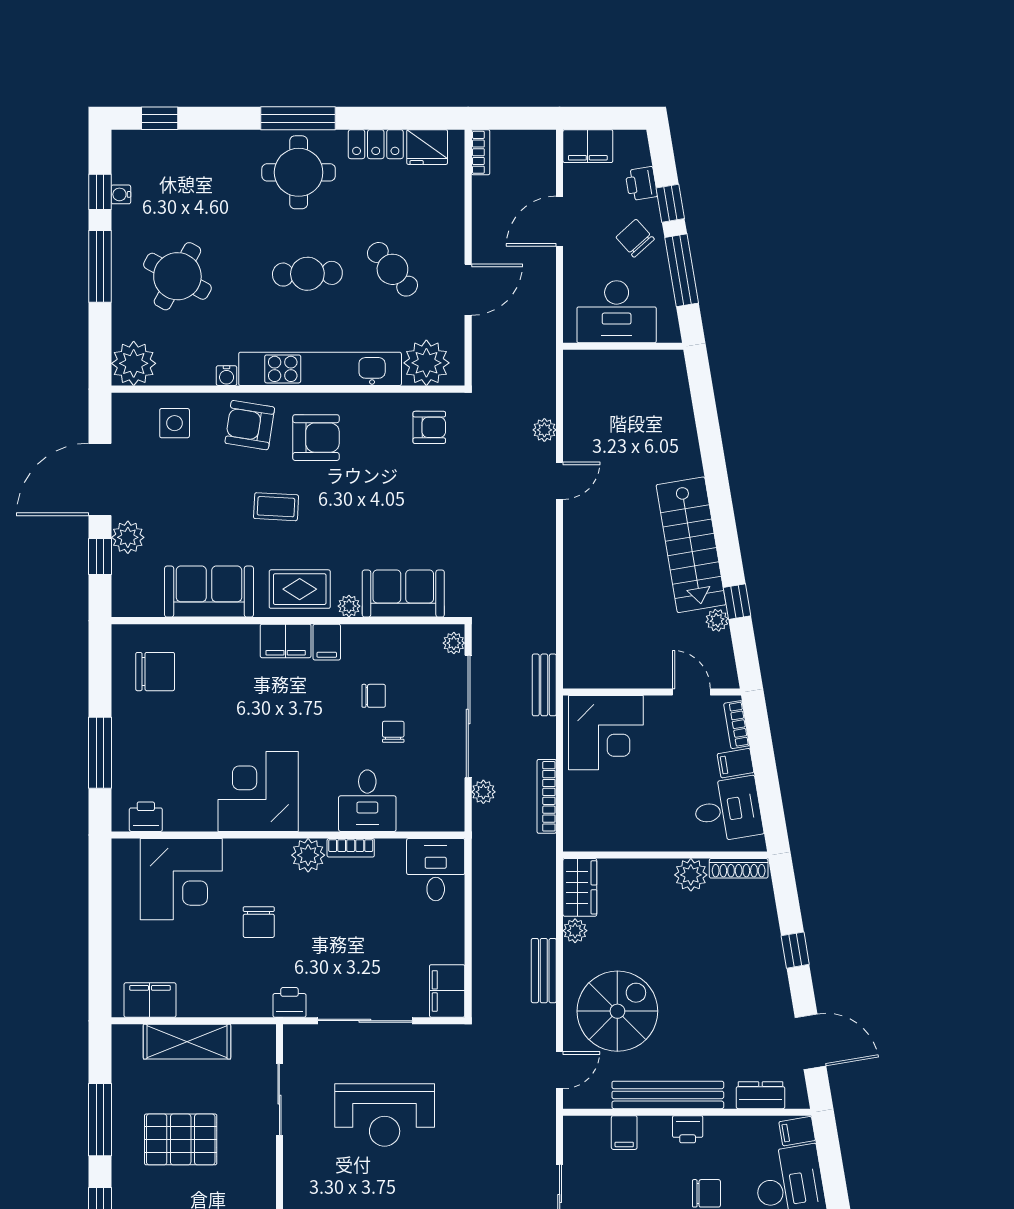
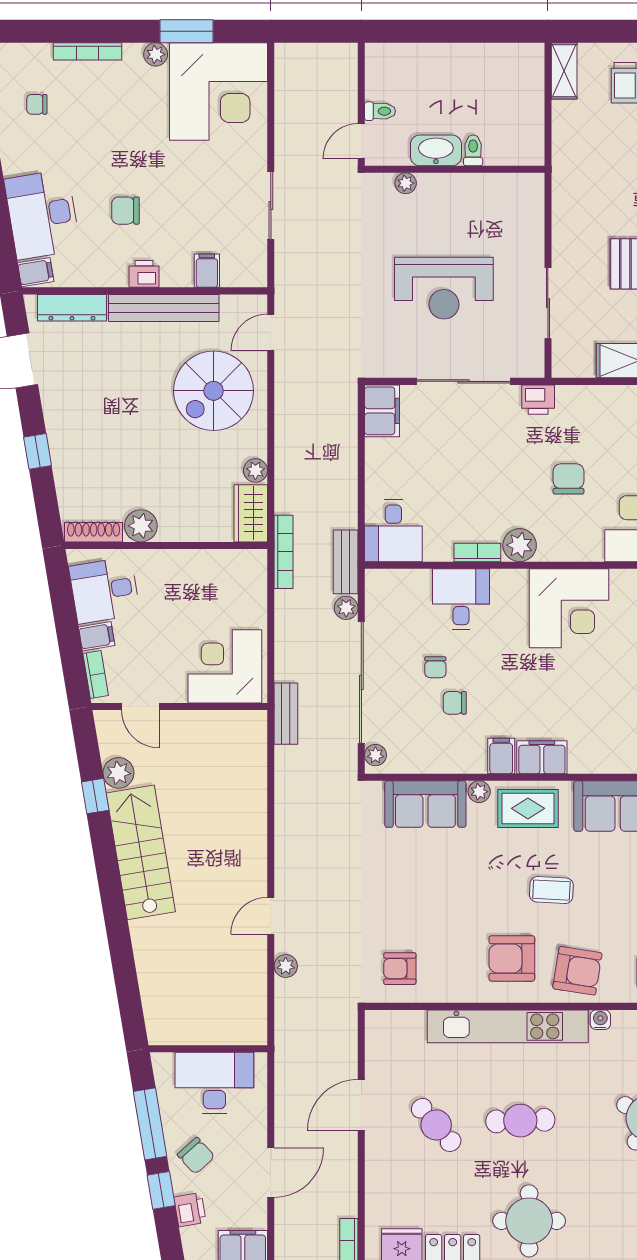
plant: (426, 363) -> (403, 1032), removed
plant: (717, 620) -> (118, 773), width x1.38, depth x1.38
bookcase: (547, 796) -> (284, 552), moved
bench: (544, 971) -> (346, 562), moved
dresser: (761, 1095) -> (72, 308), width x1.44
reception desk: (385, 1115) -> (444, 288), turned 180

